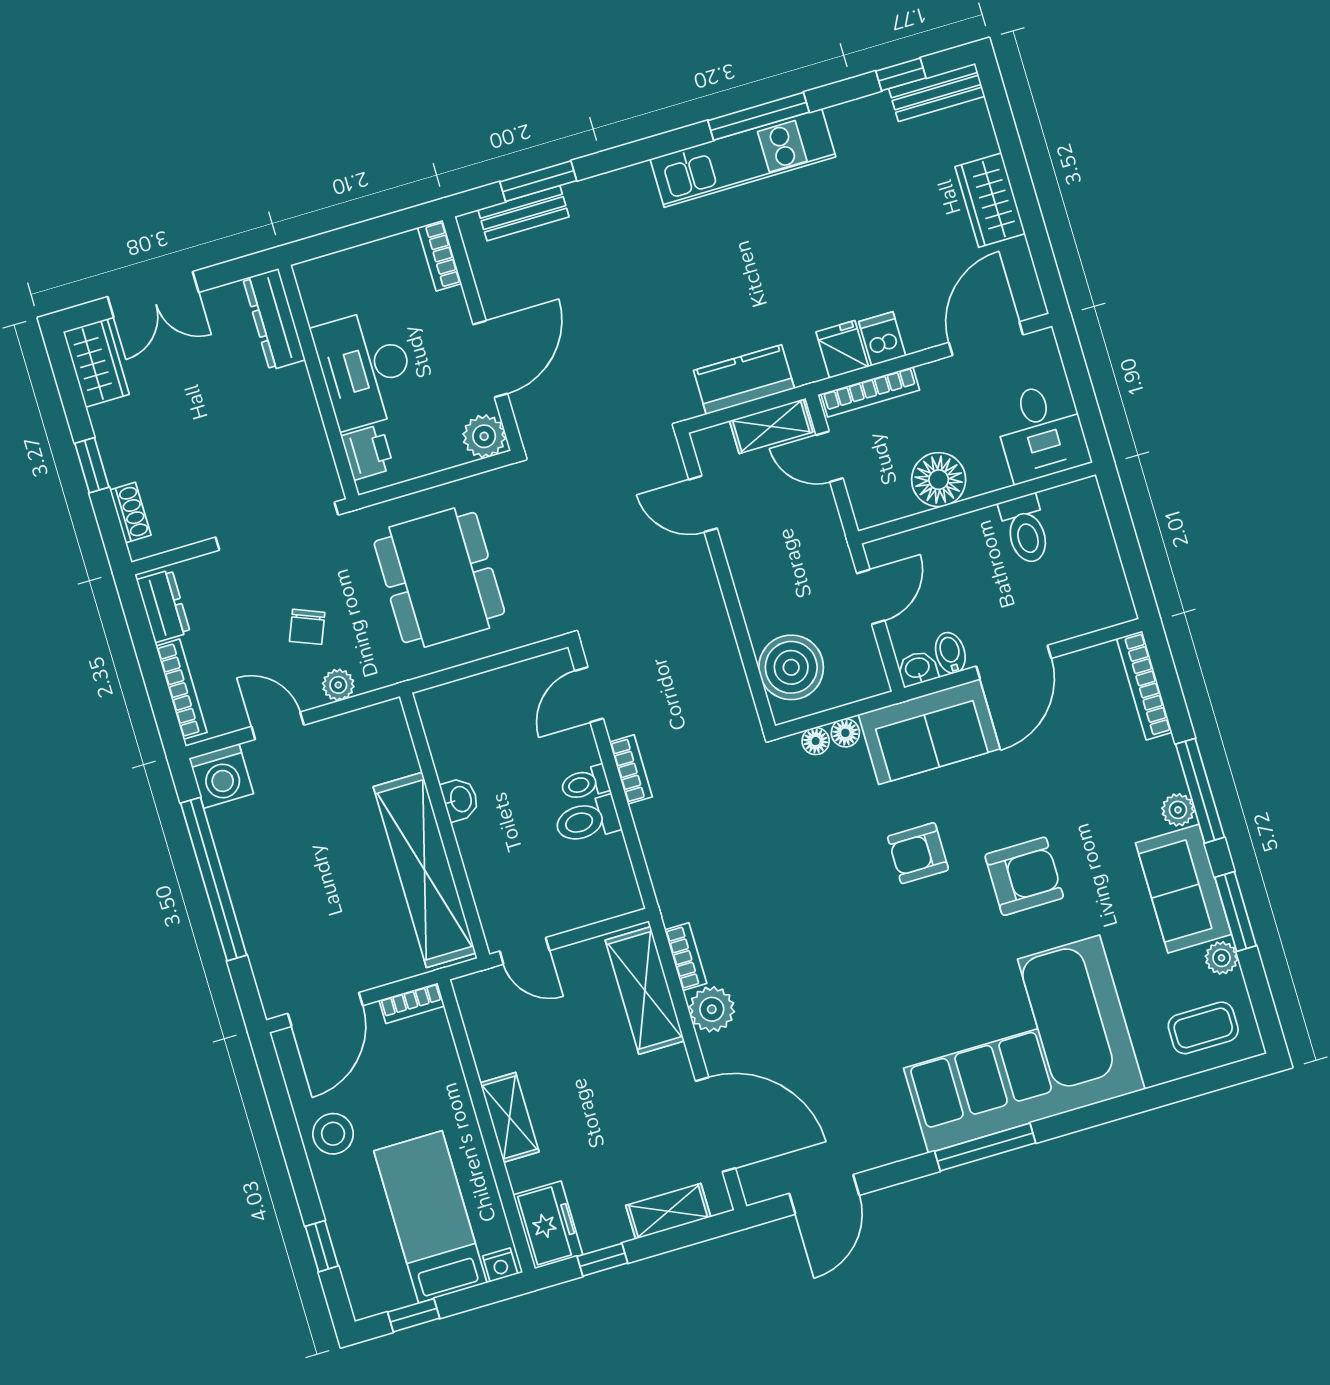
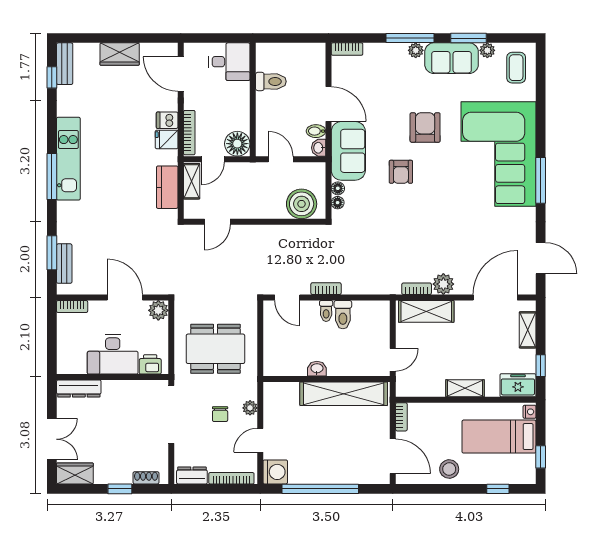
window: (759, 116) -> (52, 177), moved
floor lamp: (939, 480) -> (237, 144), moved
chair: (307, 627) -> (220, 414), turned 68
bookcase: (1144, 685) -> (347, 49), width x0.64

